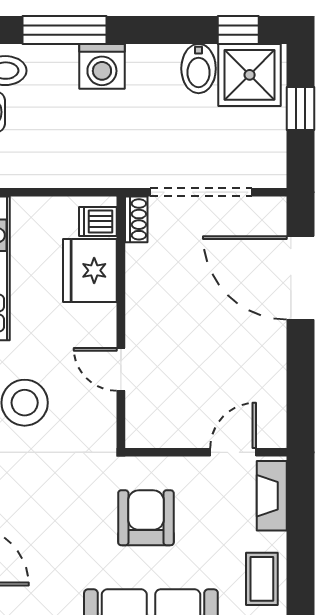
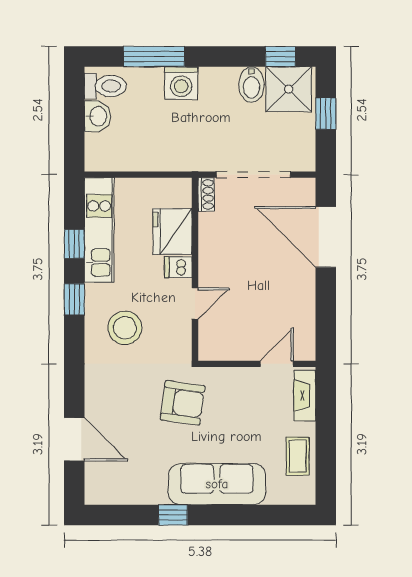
dishwasher: (98, 221) -> (178, 267), moved
door: (121, 369) -> (195, 304), swing flipped
armchair: (146, 518) -> (183, 403), moved, turned 98

